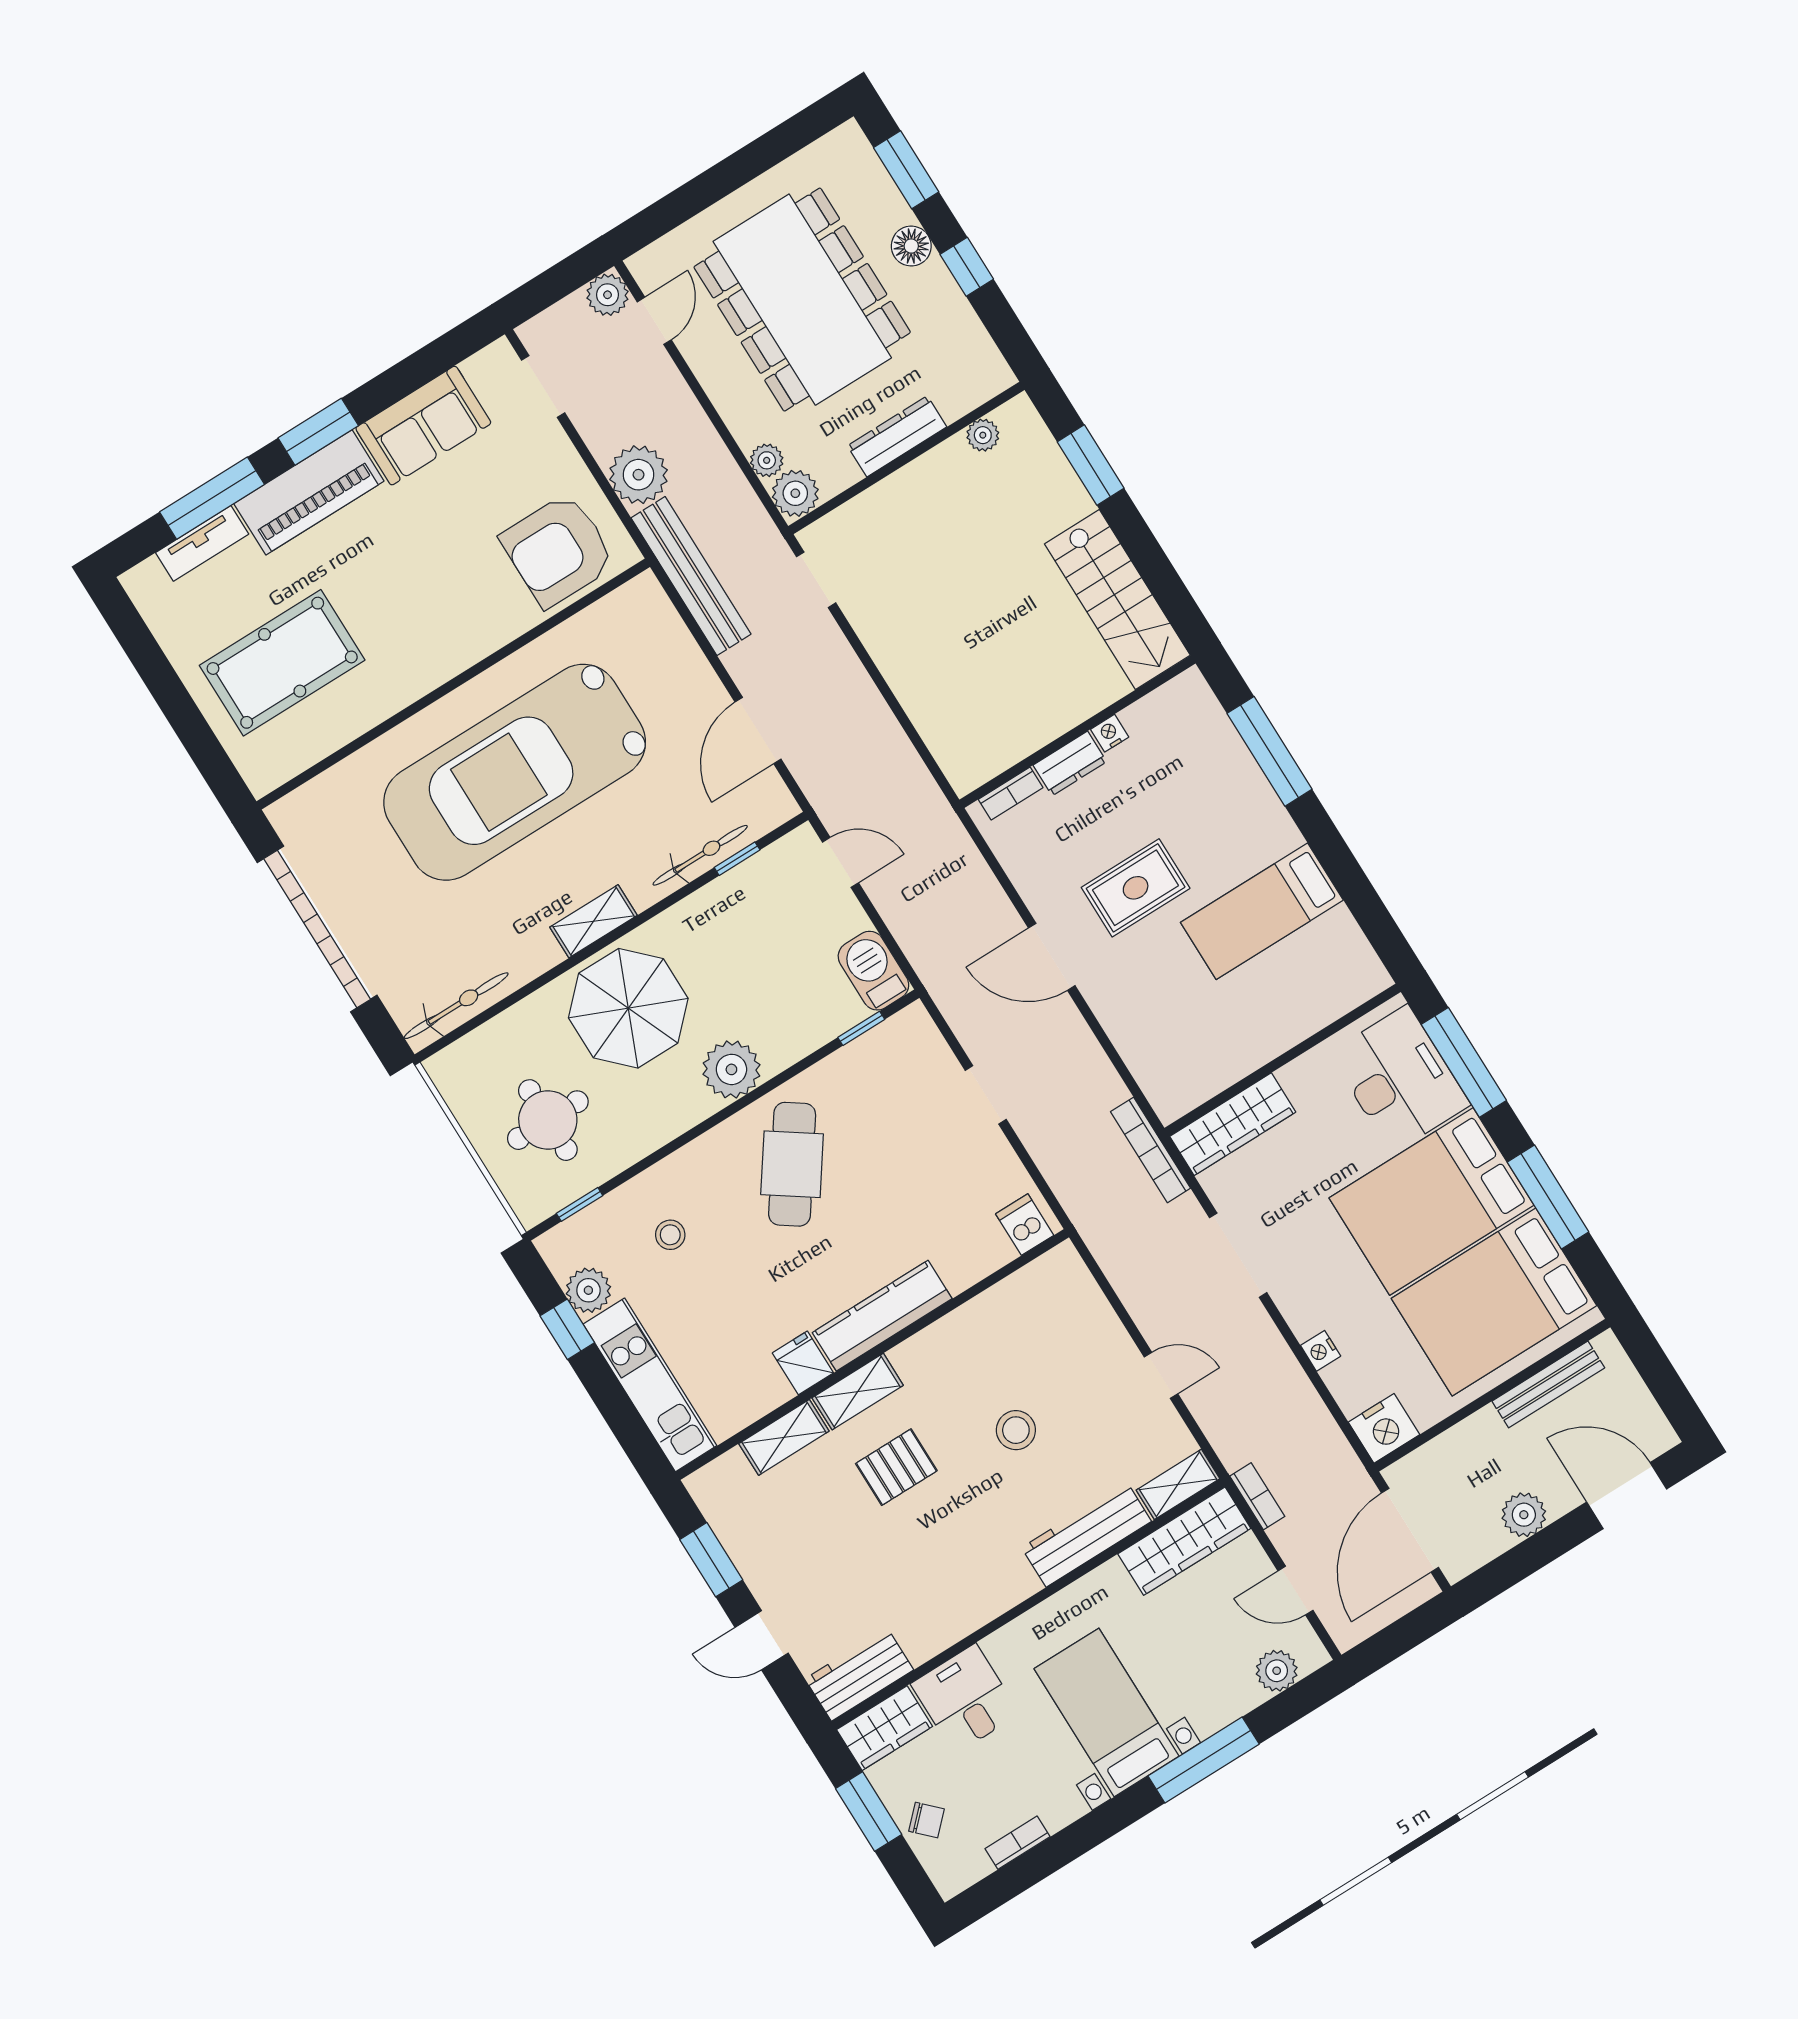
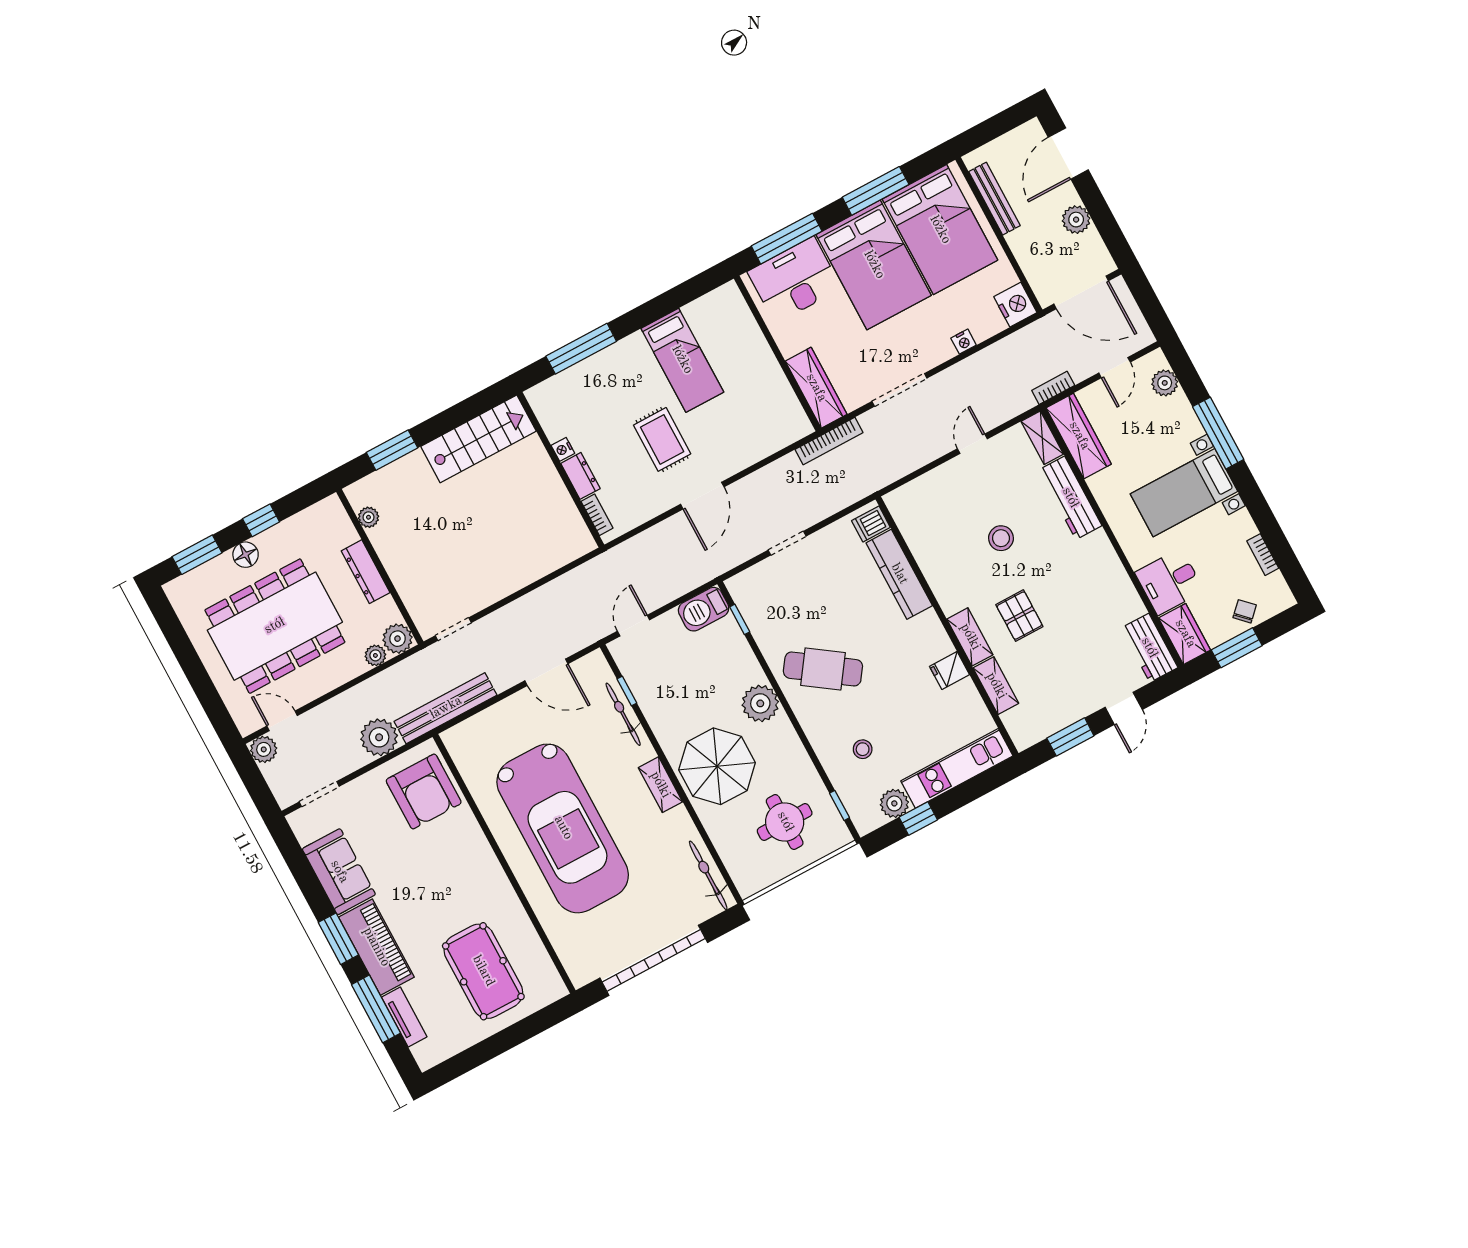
kitchen counter: (882, 1316) -> (899, 574), moved

